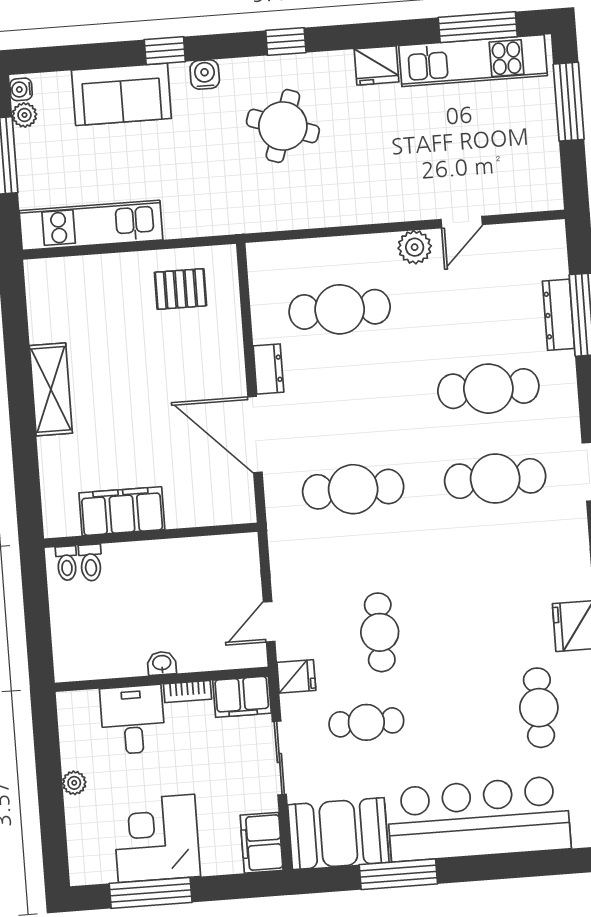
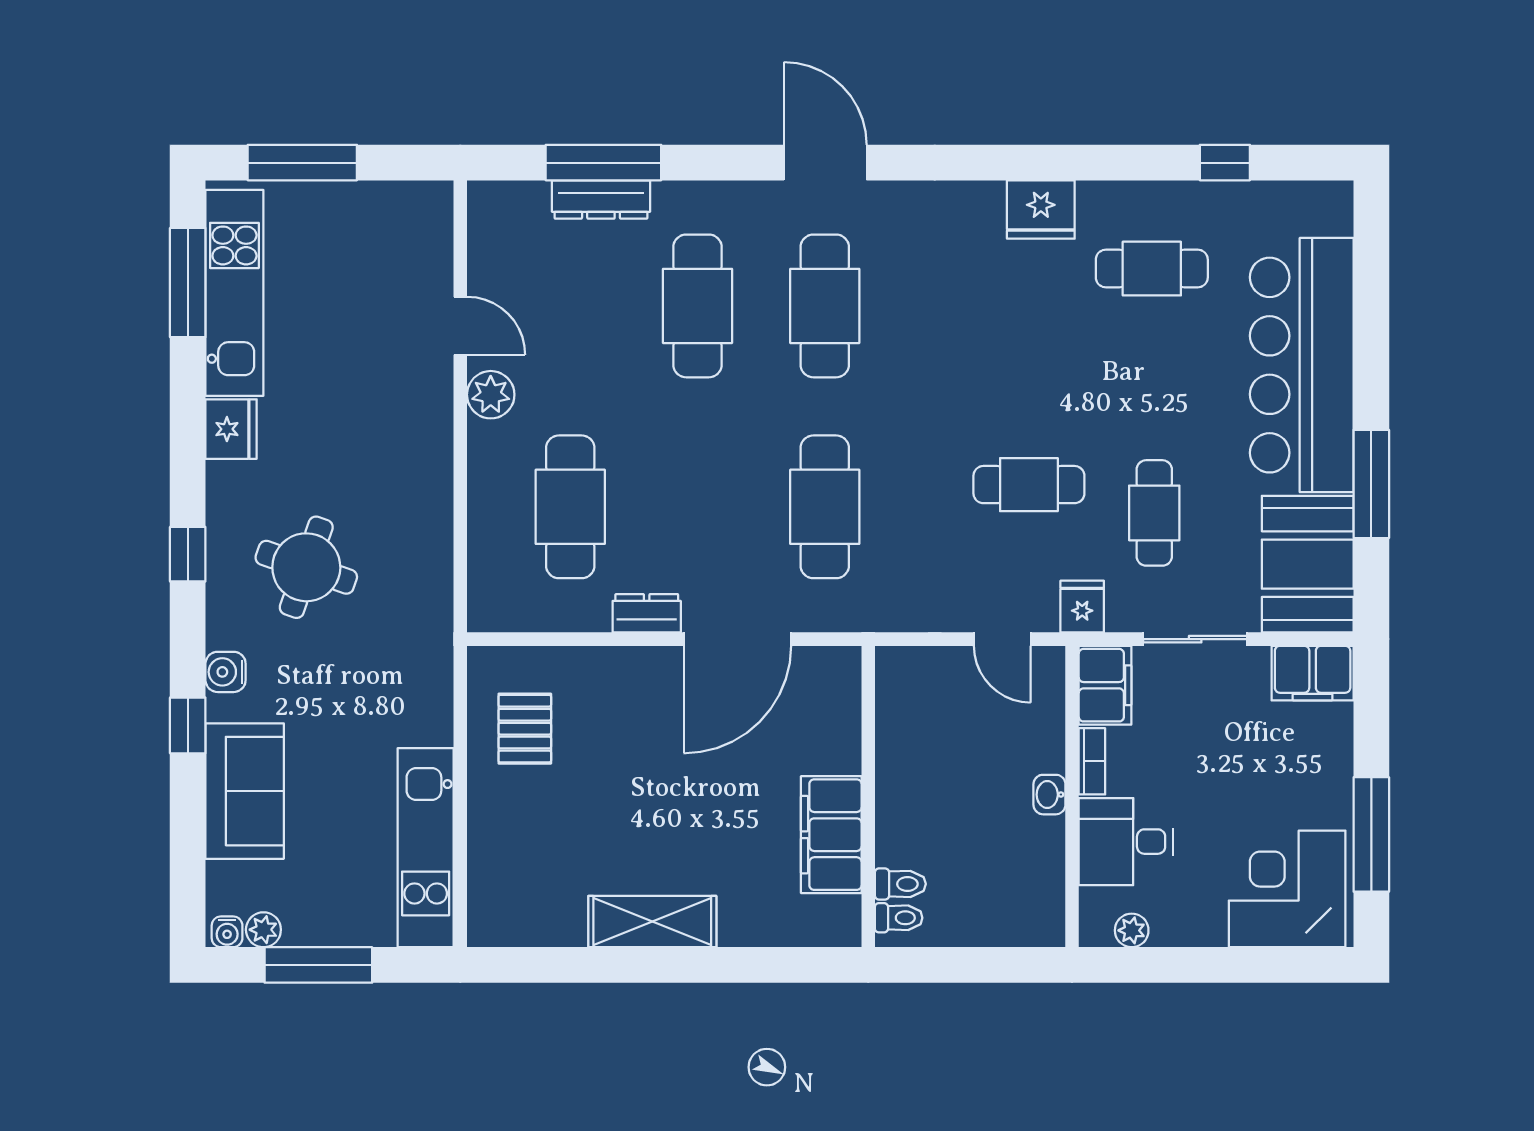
plant: (74, 783) -> (1132, 930), moved
corner desk: (156, 838) -> (1287, 889), moved, turned 90

